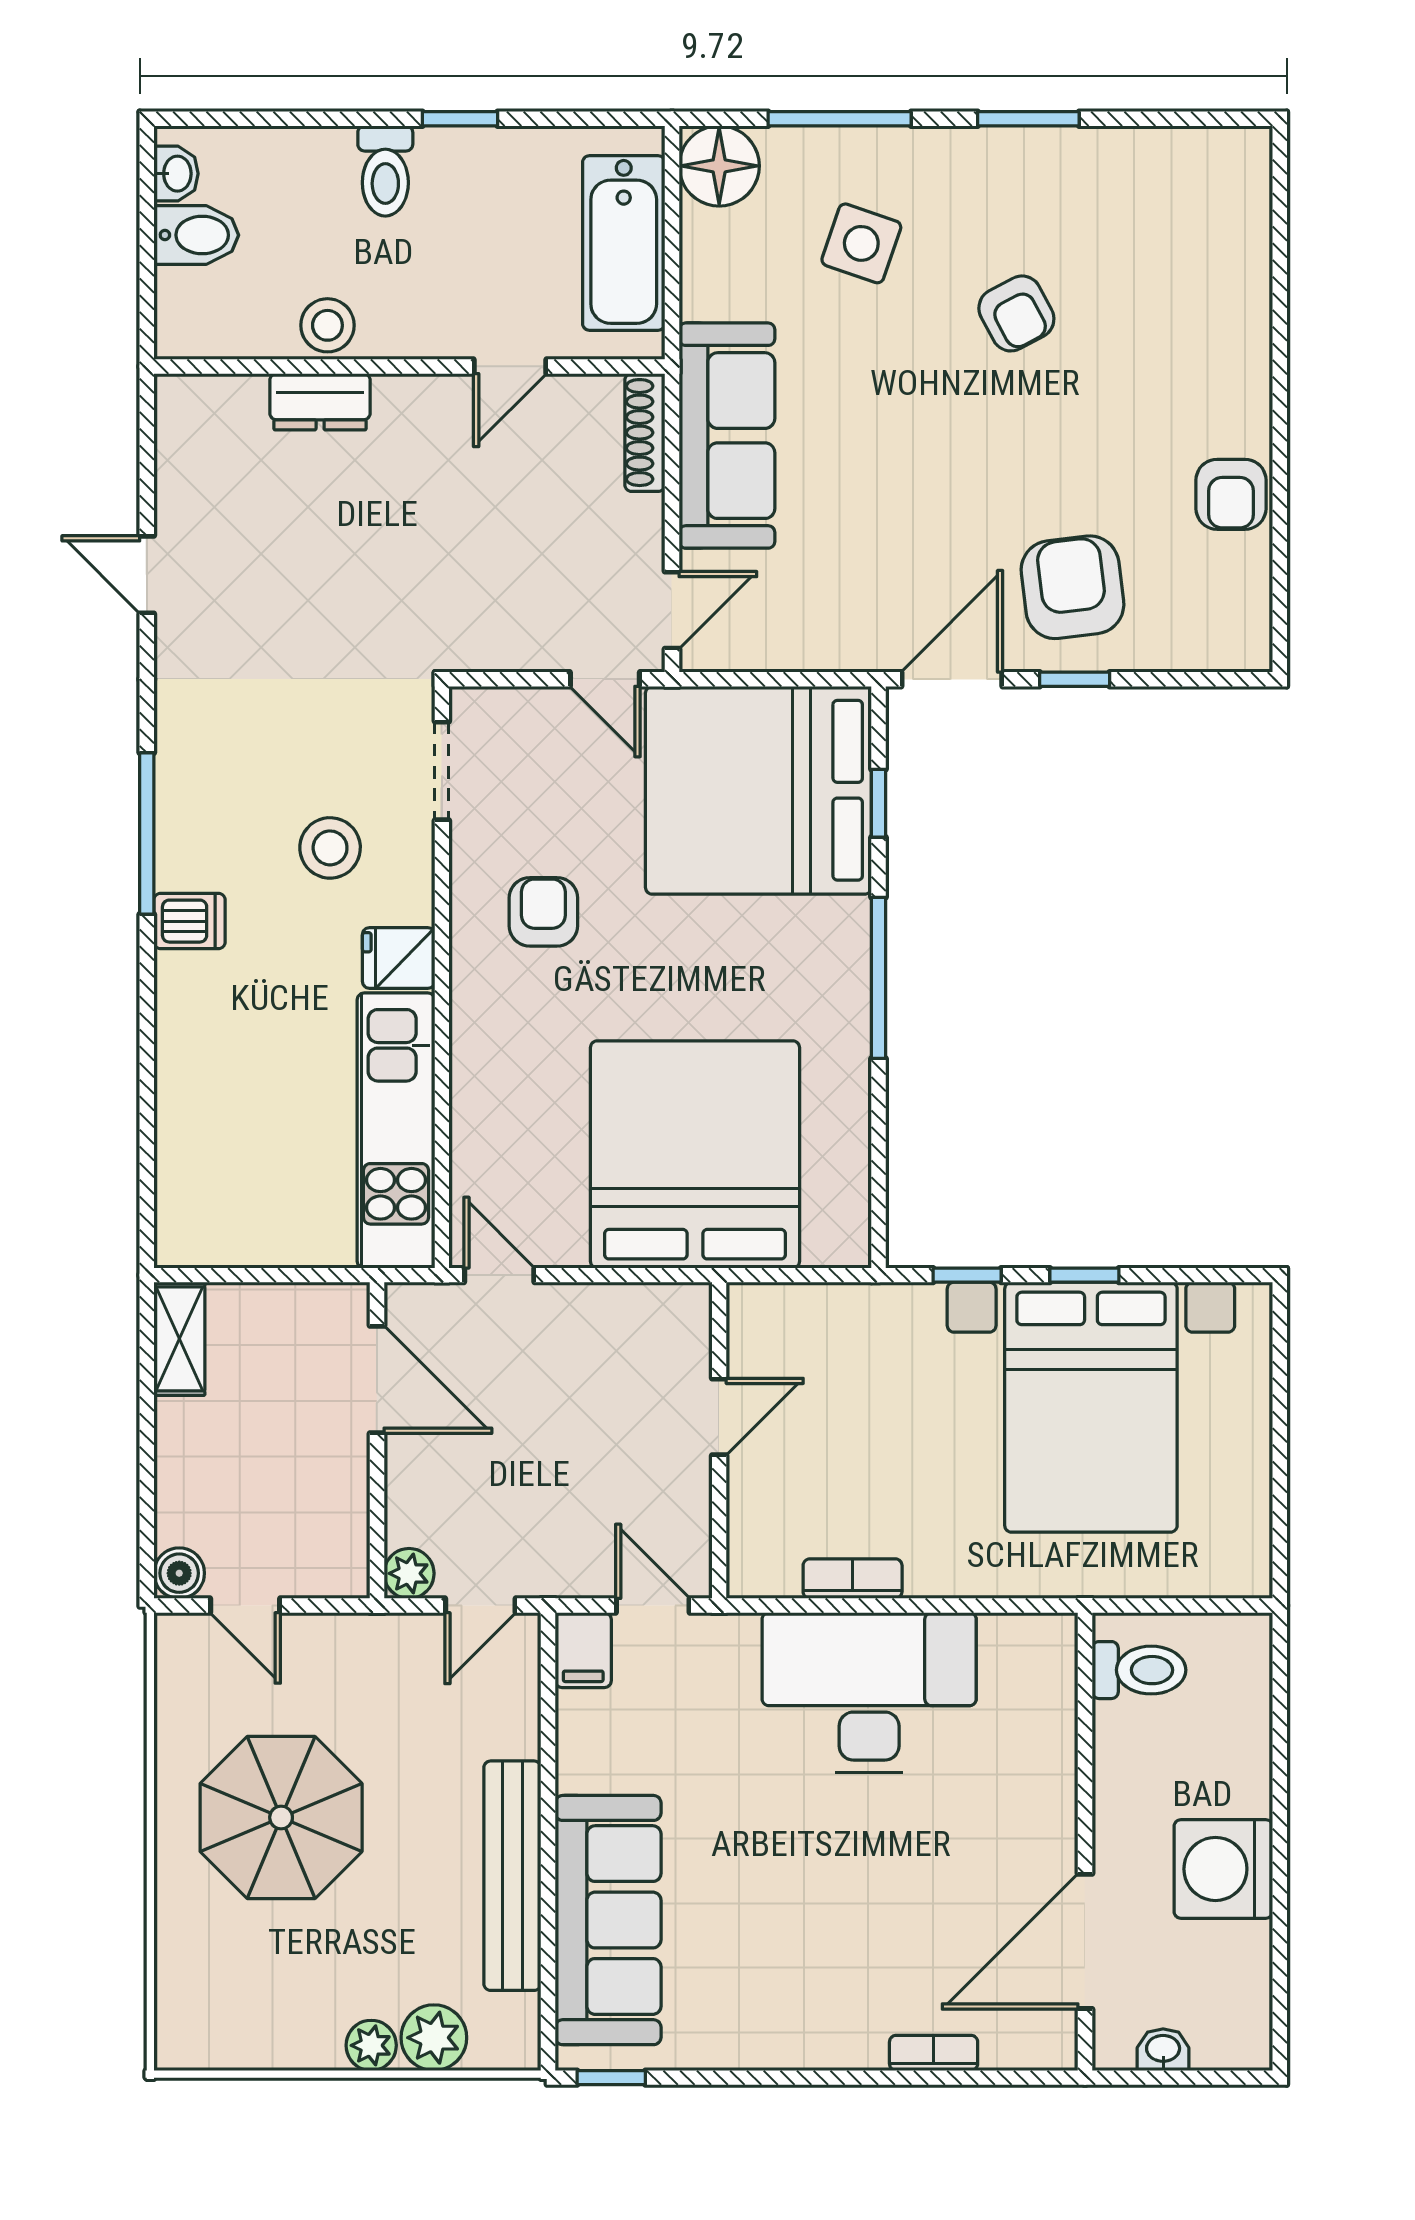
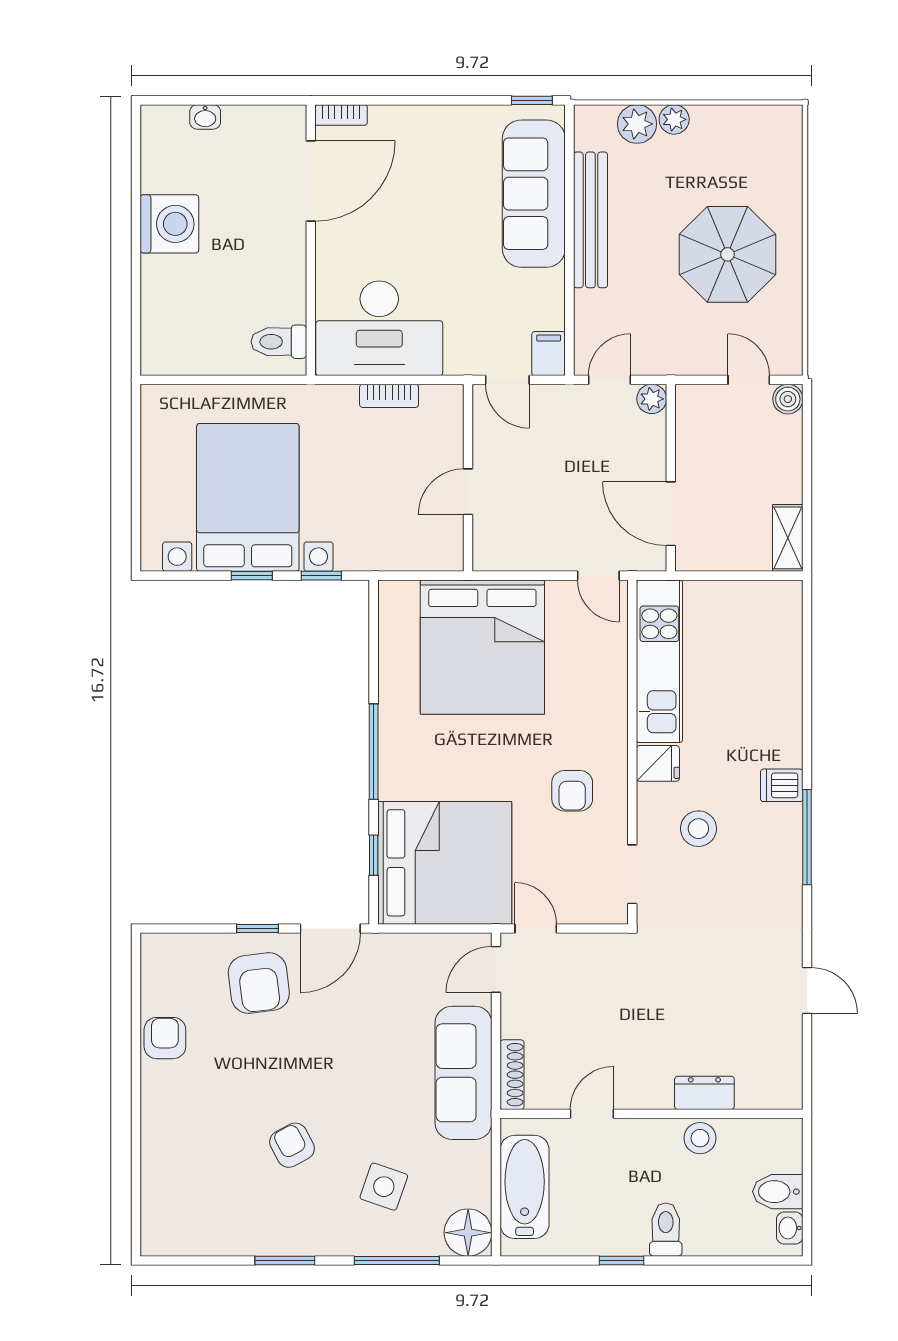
toilet: (1139, 1670) -> (279, 342), moved
wall: (1085, 1842) -> (311, 240), moved
door: (1085, 1941) -> (311, 181), moved

